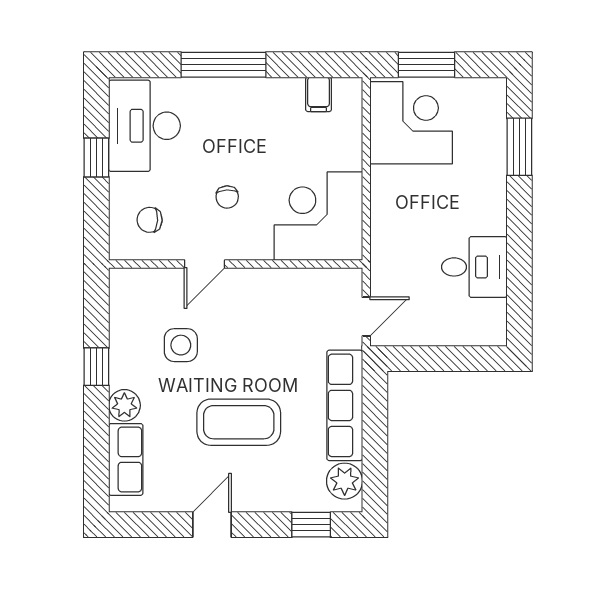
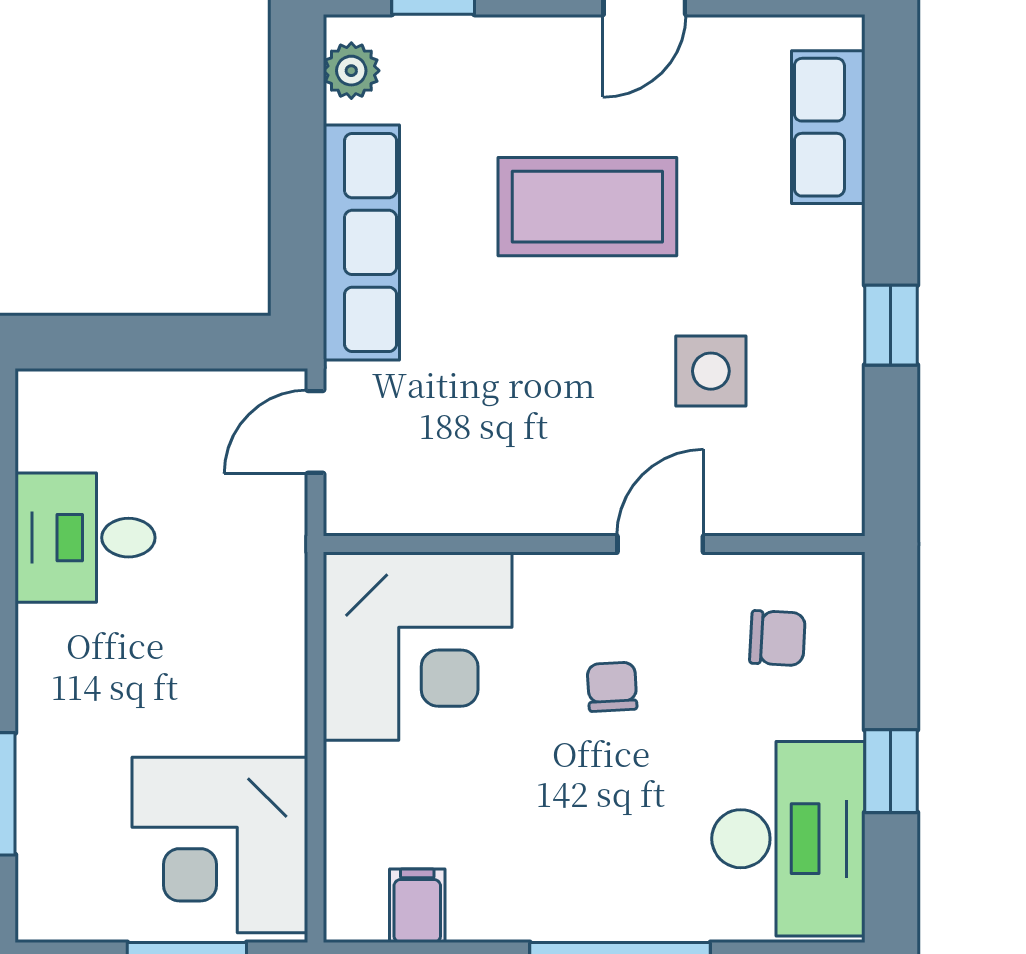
plant: (124, 405) -> (831, 243), removed
plant: (345, 481) -> (351, 71), width x0.73, depth x0.73

